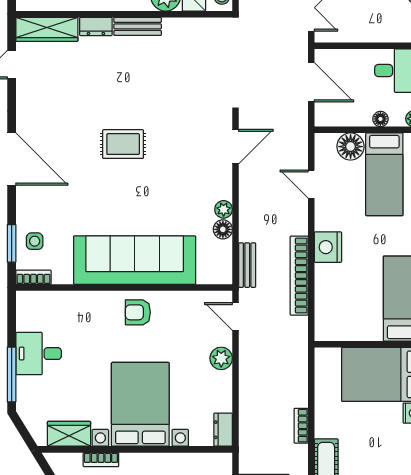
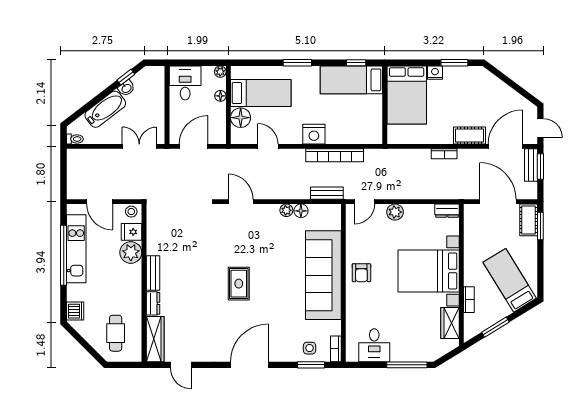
door: (311, 184) -> (268, 146), swing flipped
desk: (39, 354) -> (374, 345), moved

